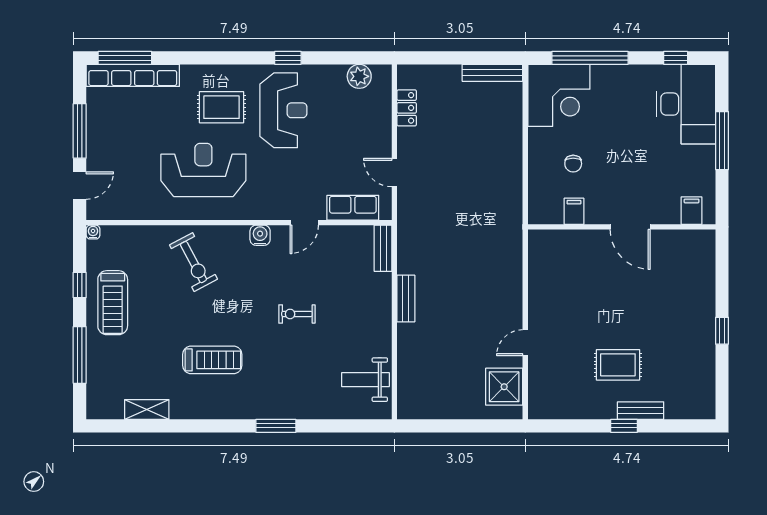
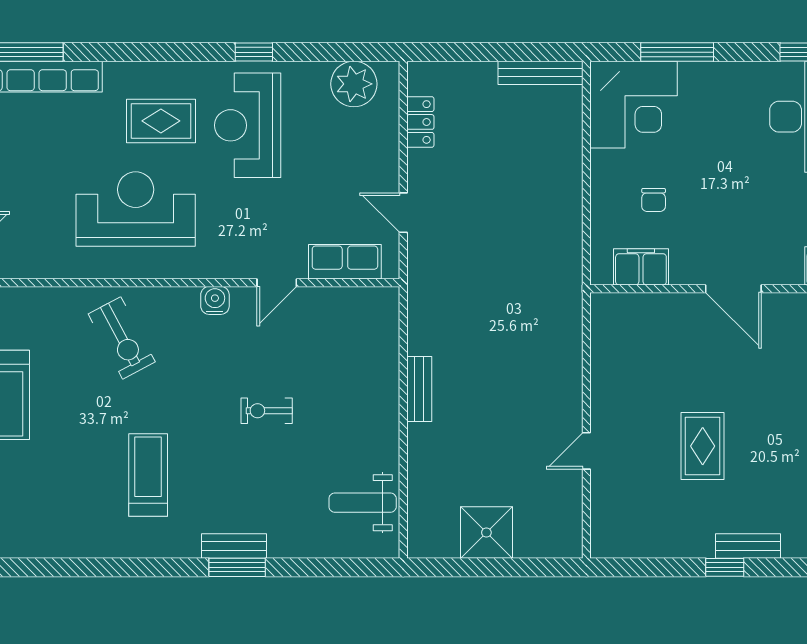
window: (590, 58) -> (677, 52), width x0.68
plant: (359, 76) -> (354, 84), width x1.36, depth x1.36
reception desk: (283, 110) -> (248, 125), turned 180
filing cabinet: (574, 211) -> (641, 267), width x2.00
bench: (383, 248) -> (234, 546), moved, turned 90
treadmill: (212, 360) -> (148, 475), turned -90
rug: (618, 365) -> (703, 446), moved, turned 90
shower: (504, 387) -> (486, 533), moved
shelving: (147, 409) -> (56, 544), removed

